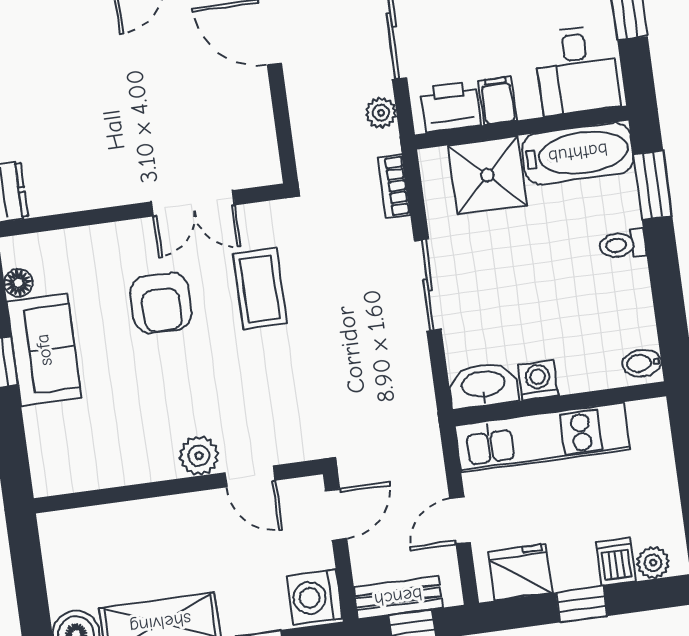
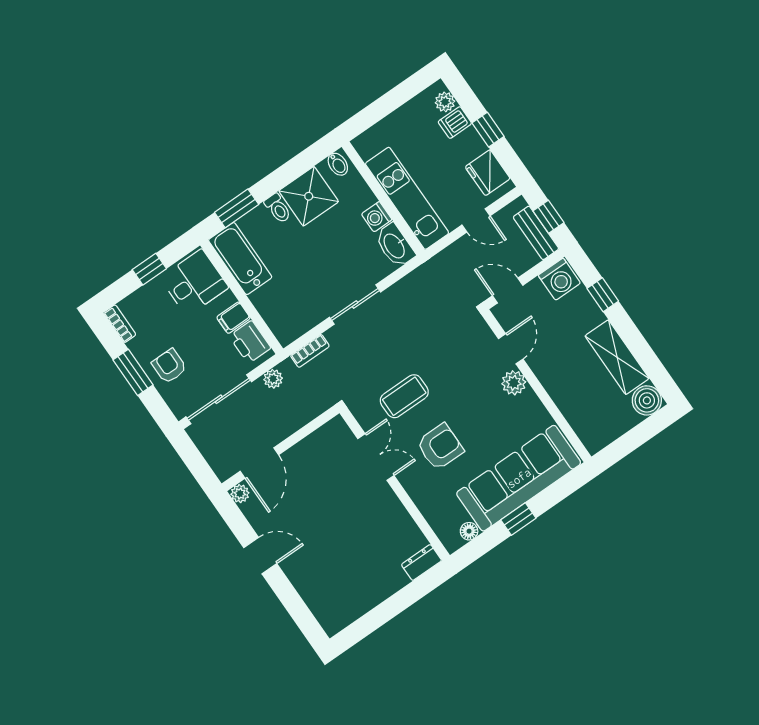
shower: (487, 175) -> (309, 196), moved
sofa: (44, 350) -> (519, 478), width x1.85, depth x1.27

